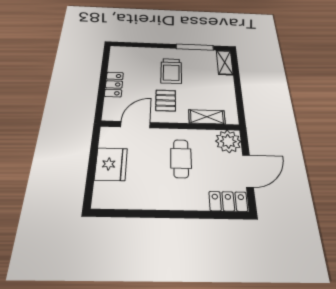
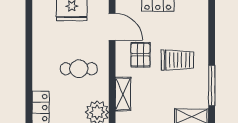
trolley: (171, 71) -> (178, 60), turned 180
pallet: (166, 100) -> (140, 55), turned 90

